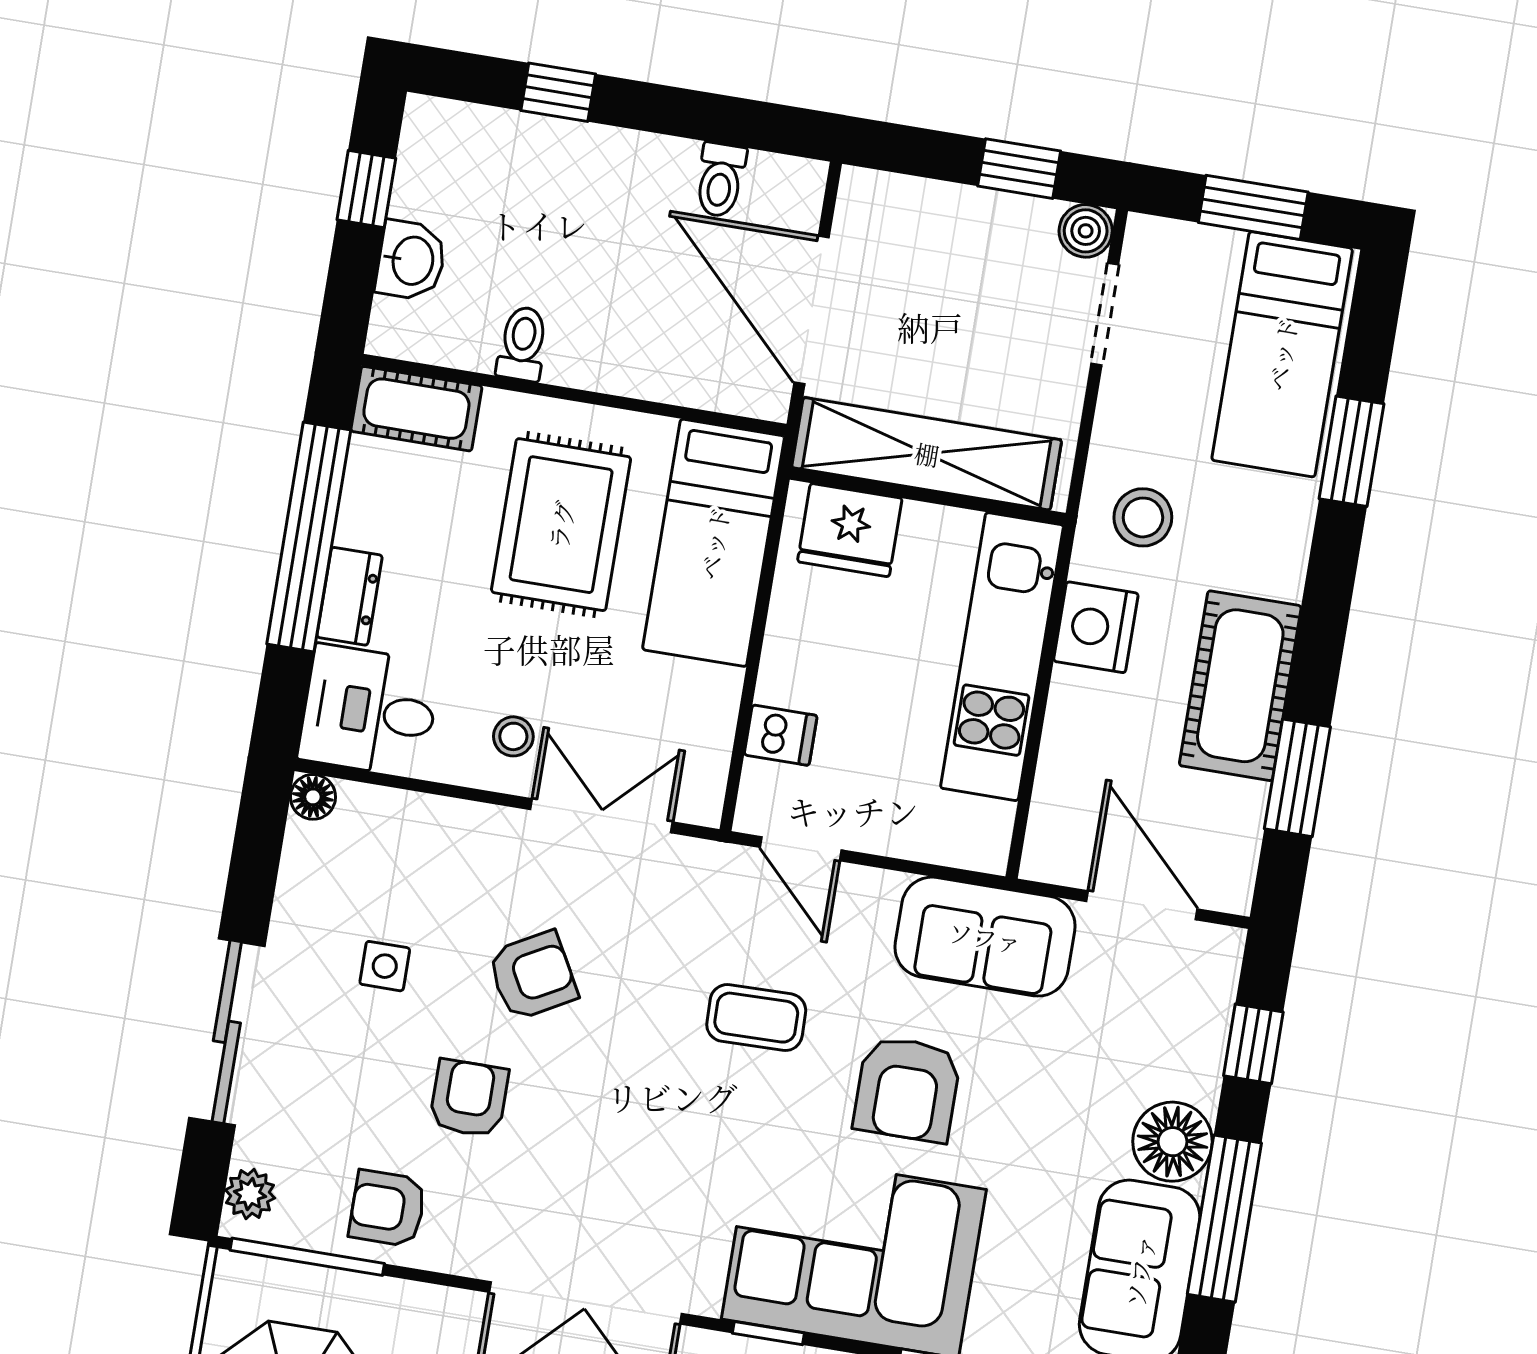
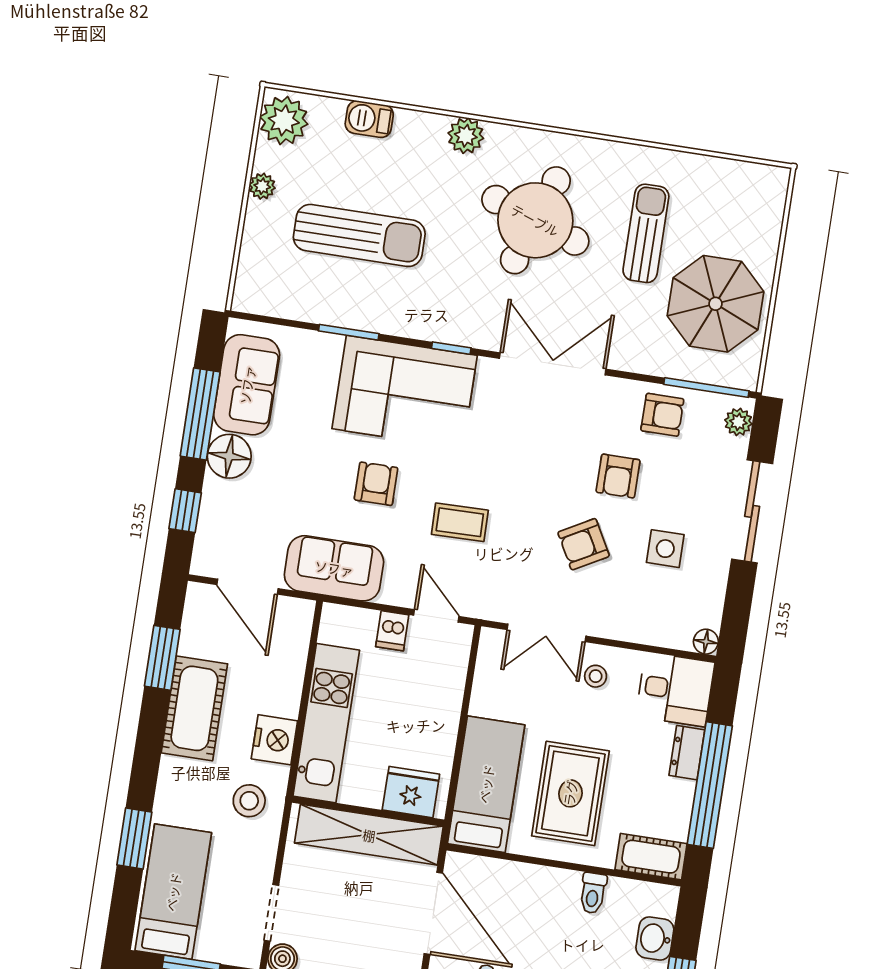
dishwasher: (781, 735) -> (392, 631), moved, turned -90
side table: (385, 966) -> (665, 549), width x1.37, depth x1.37
armchair: (907, 1089) -> (376, 484), width x0.72, depth x0.72

